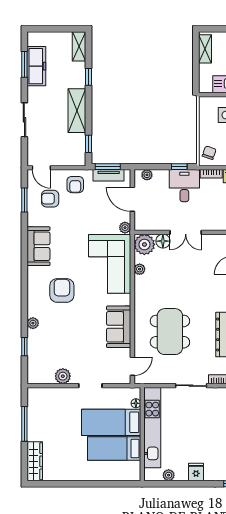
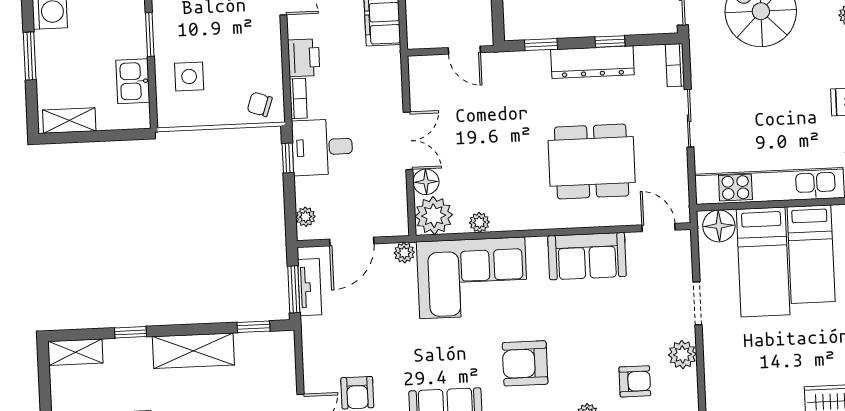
armchair: (75, 185) -> (635, 381), moved
floor lamp: (136, 403) -> (719, 226), width x1.89, depth x1.89

